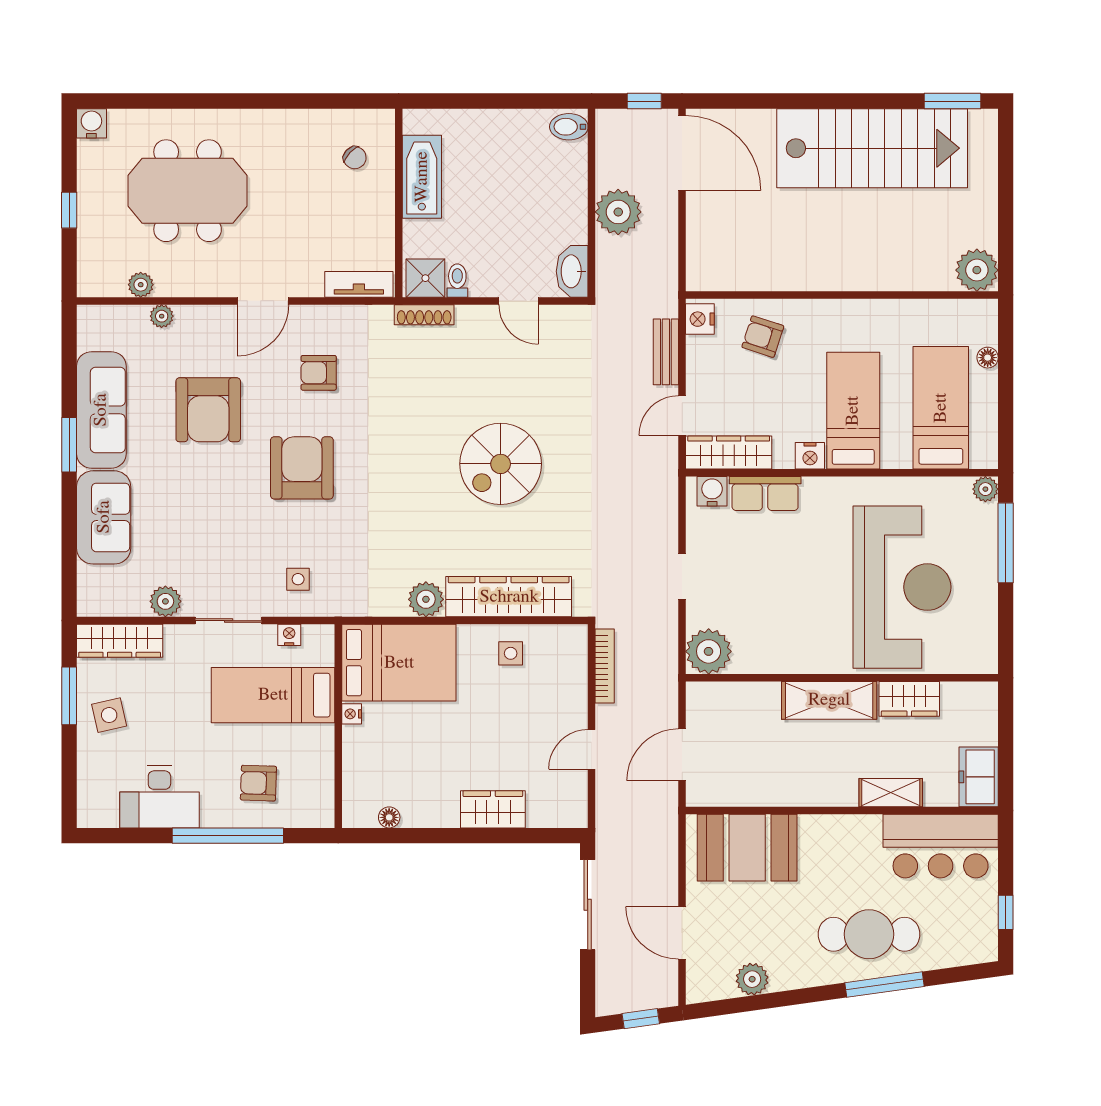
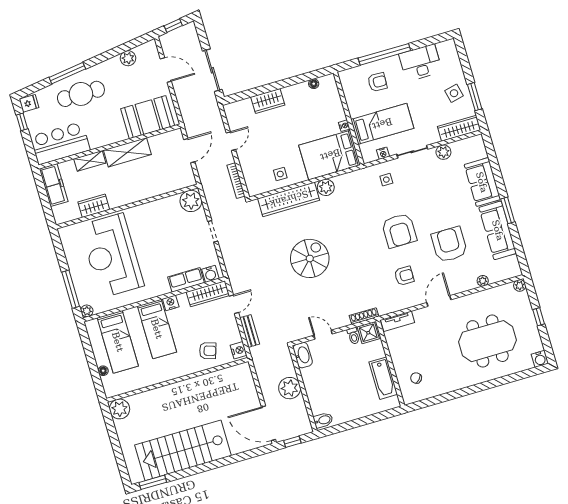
plant: (141, 285) -> (520, 286), moved
shelving: (829, 700) -> (127, 152), moved
freezer: (979, 777) -> (54, 185), width x1.40
fridge: (980, 946) -> (29, 103), added

